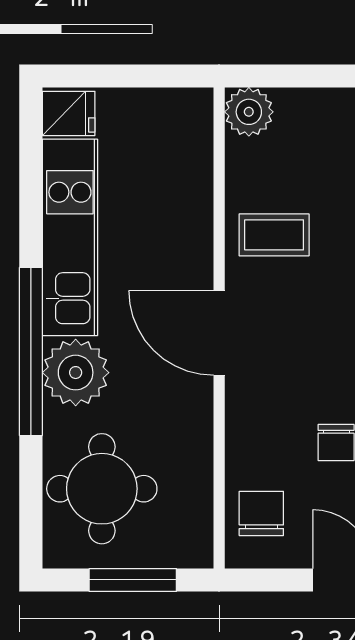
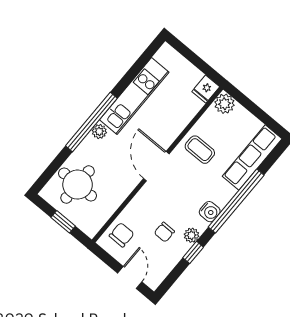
fridge: (69, 113) -> (206, 89), moved, turned 90
plant: (76, 373) -> (99, 131), width x0.53, depth x0.53
window: (133, 580) -> (63, 222), width x0.67

